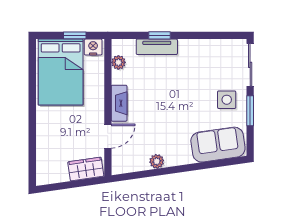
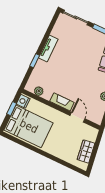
tv unit: (157, 47) -> (48, 49), moved
side table: (227, 100) -> (89, 40), removed
wardrobe: (86, 169) -> (86, 151), moved

